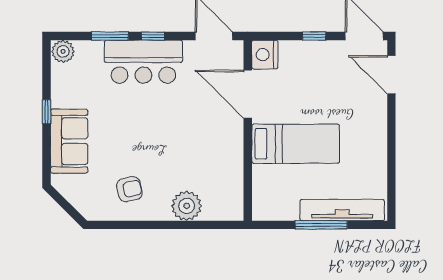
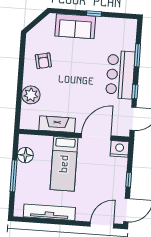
window: (153, 36) -> (135, 92), moved
plant: (63, 51) -> (130, 26), removed
fireplace: (232, 160) -> (57, 124), added
floor lamp: (286, 208) -> (25, 155), added
tv unit: (342, 210) -> (49, 212), moved, turned -90

